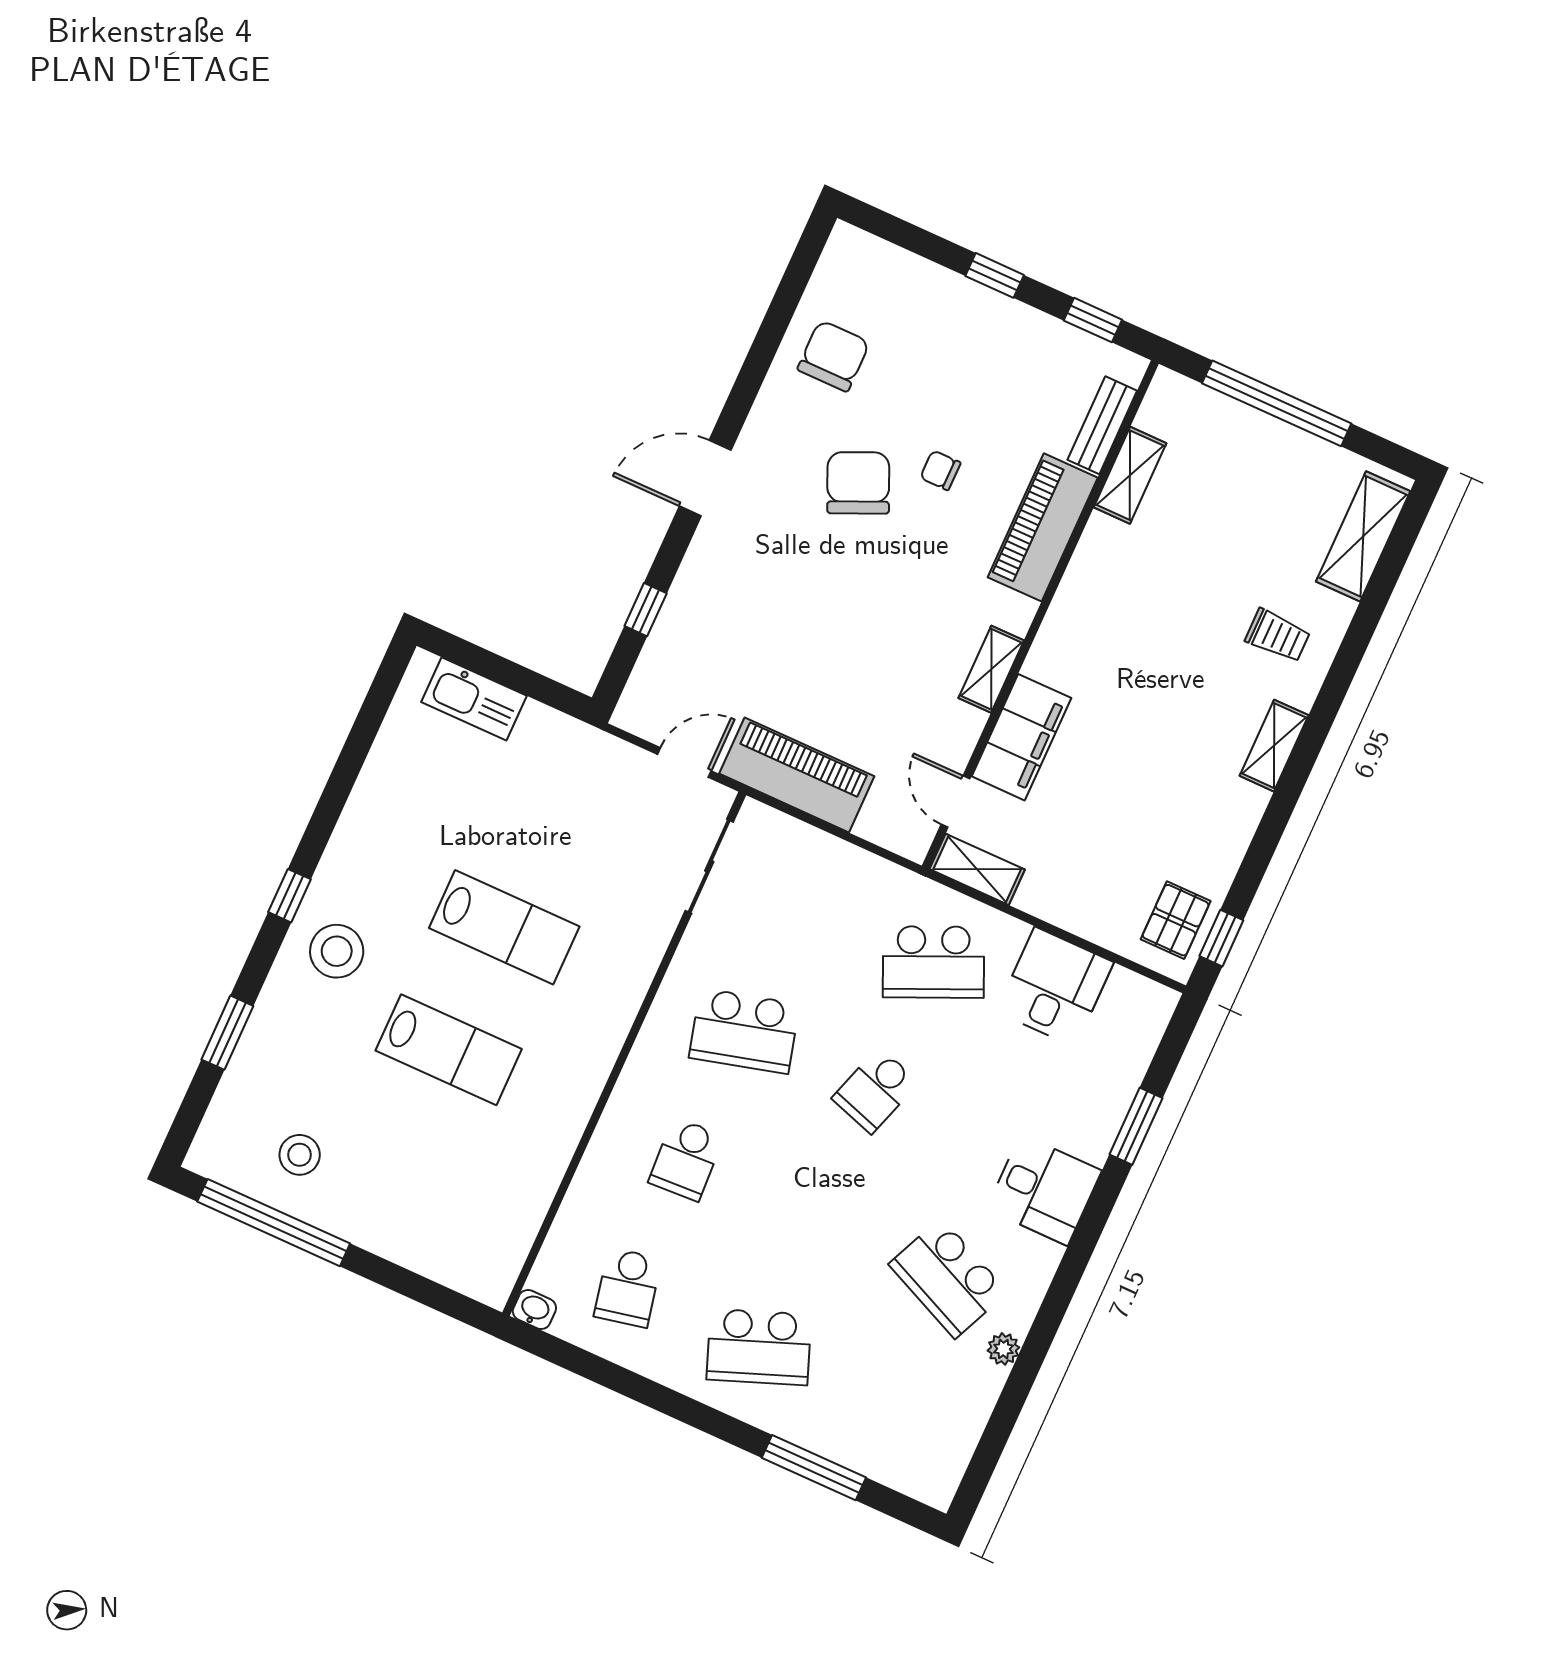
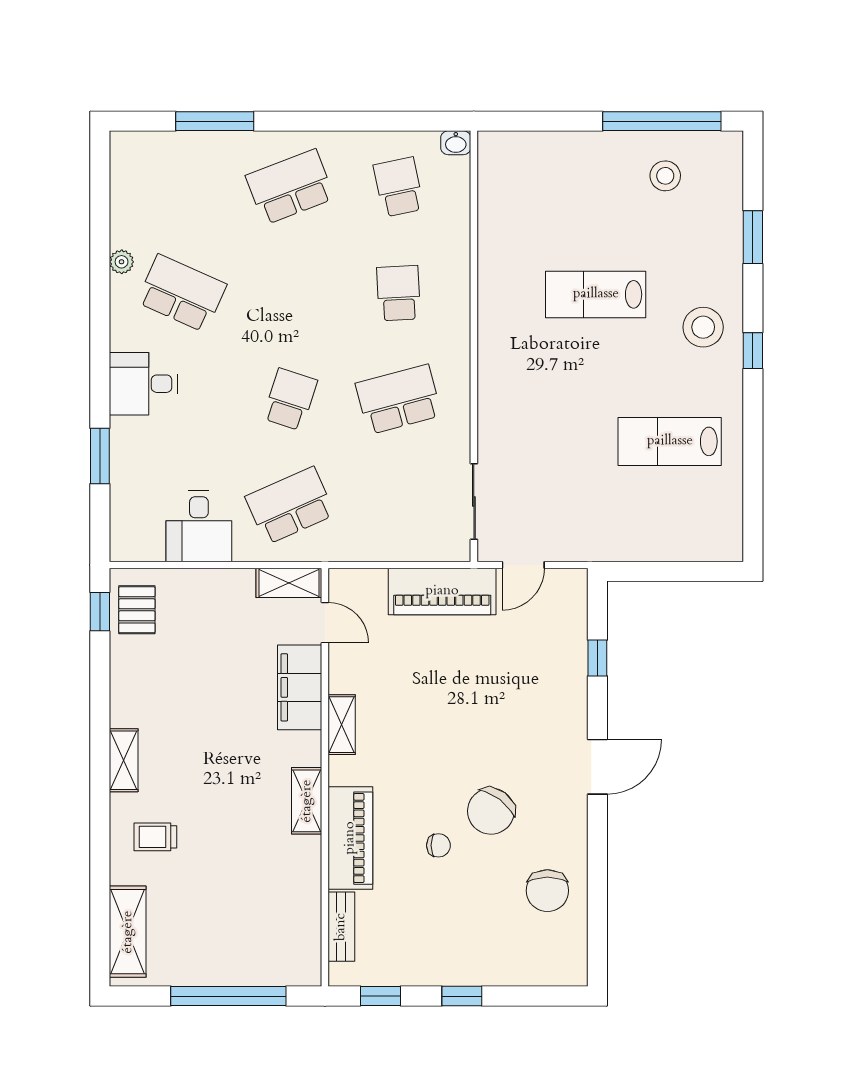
shelving: (1130, 475) -> (307, 801), moved
chair: (858, 483) -> (491, 811), turned 61
kitchen sink: (474, 699) -> (687, 543), removed
lab bench: (504, 927) -> (670, 441), moved

